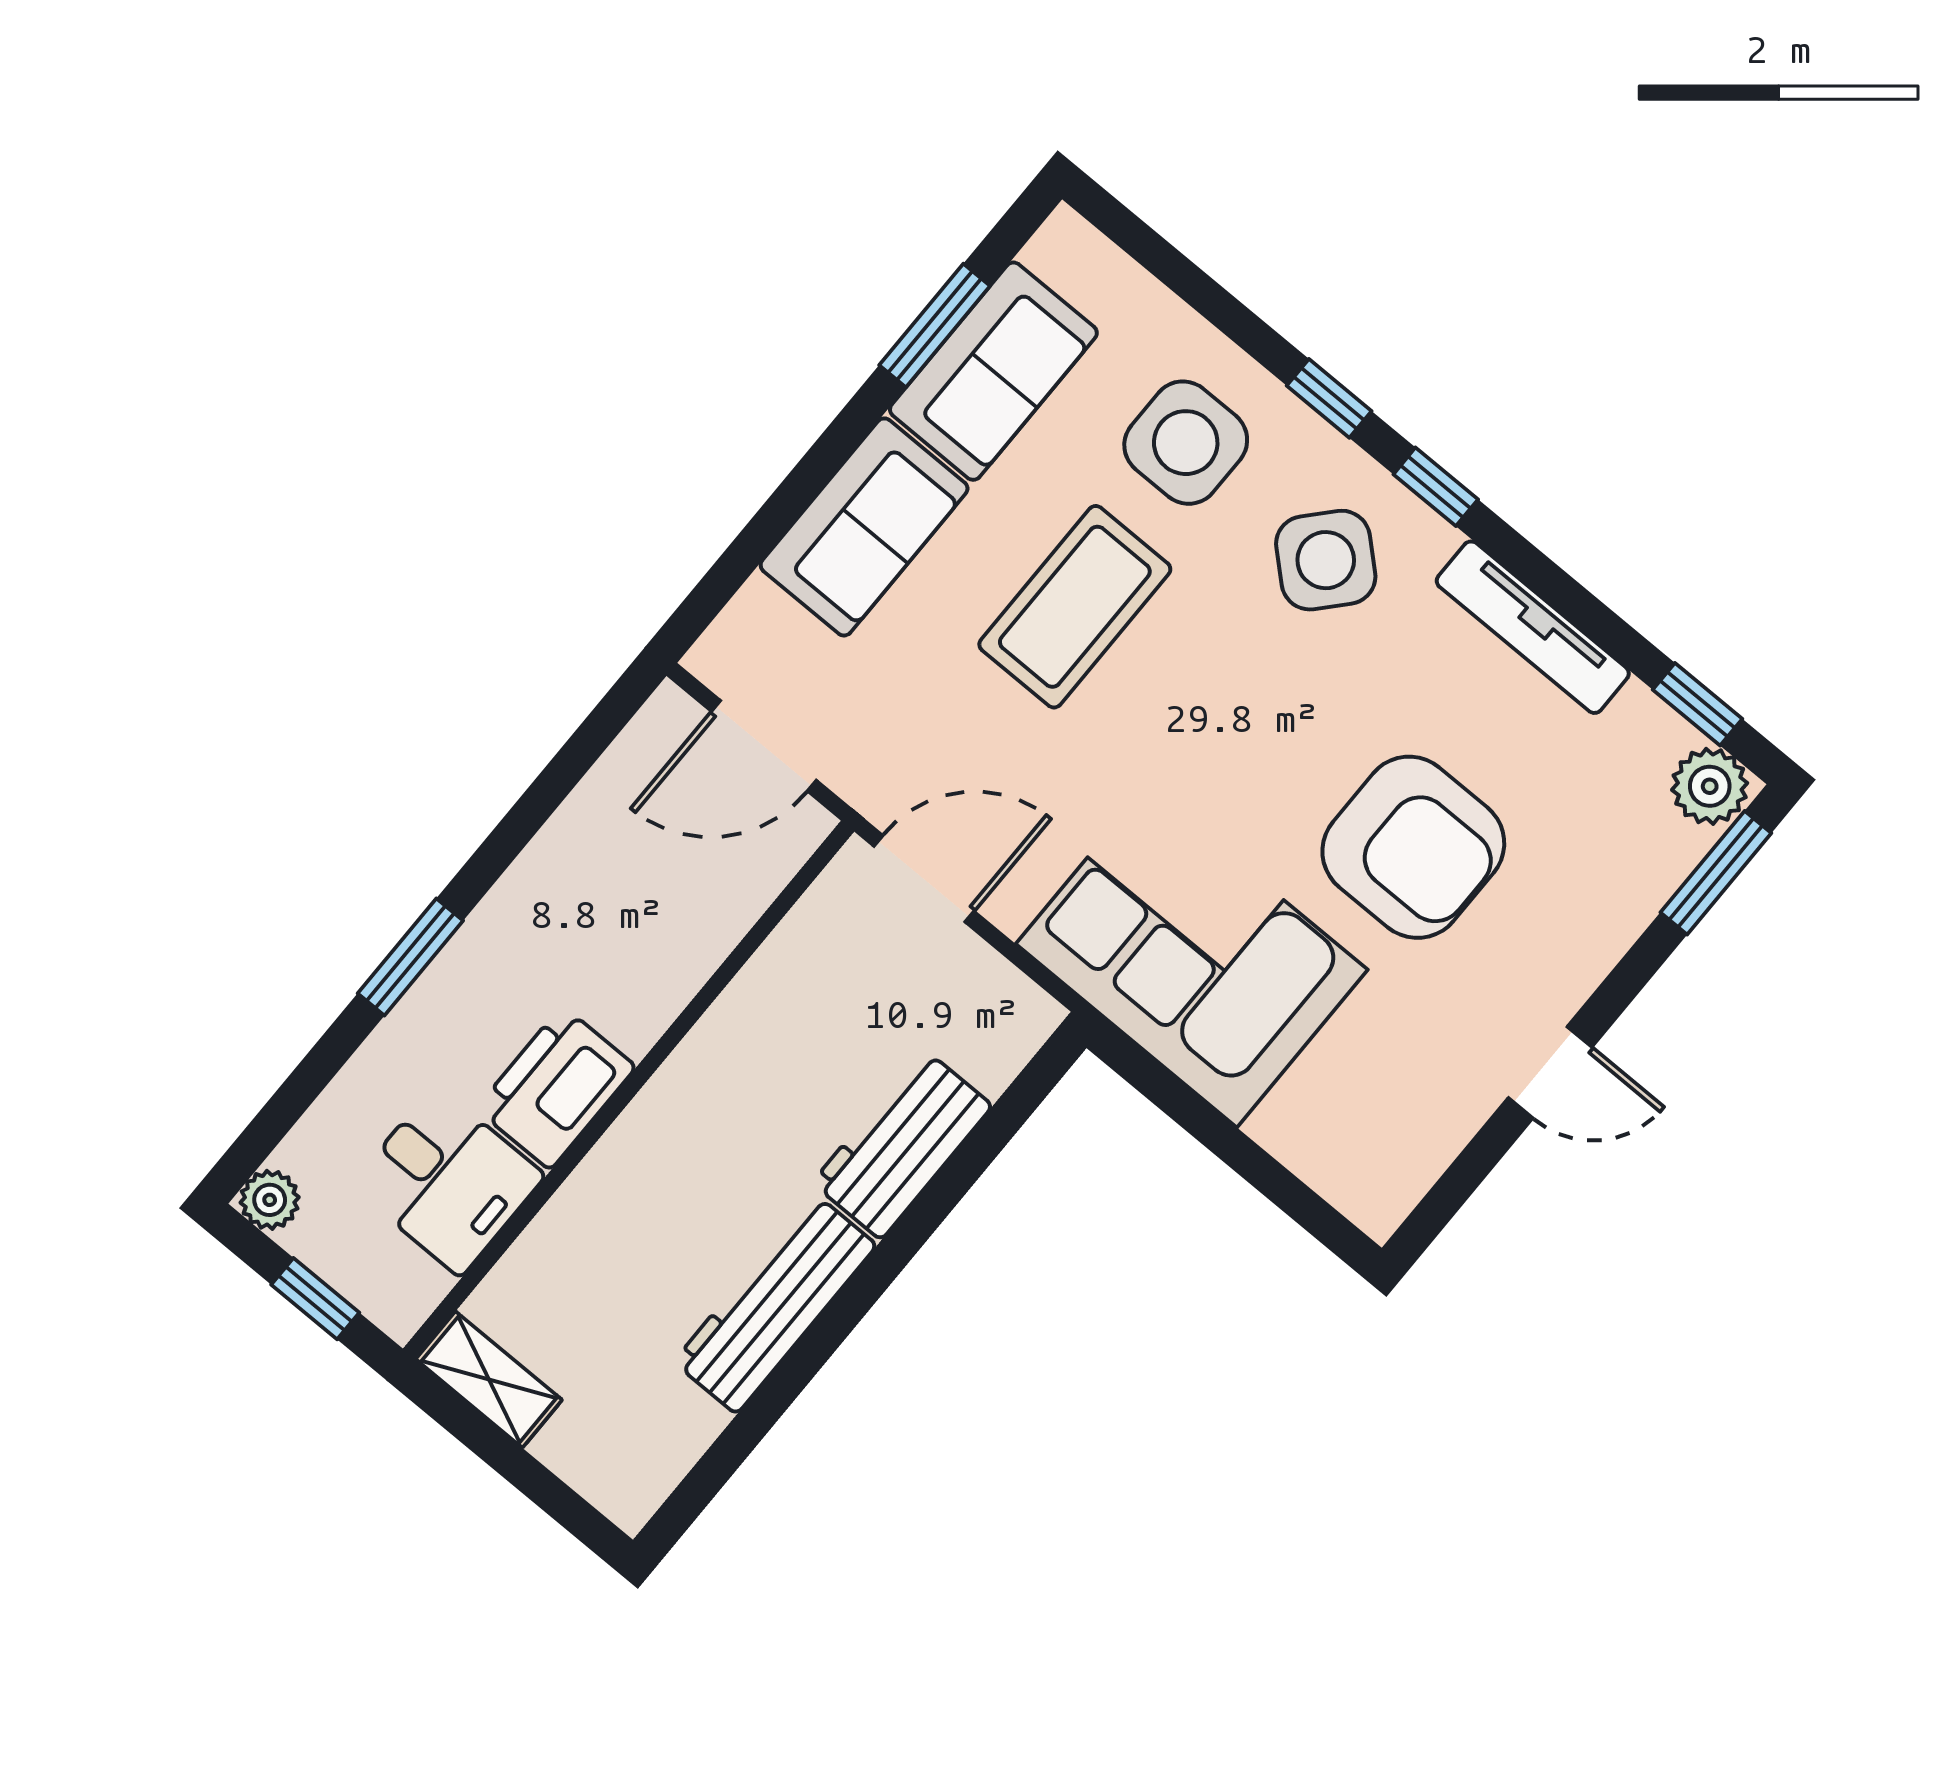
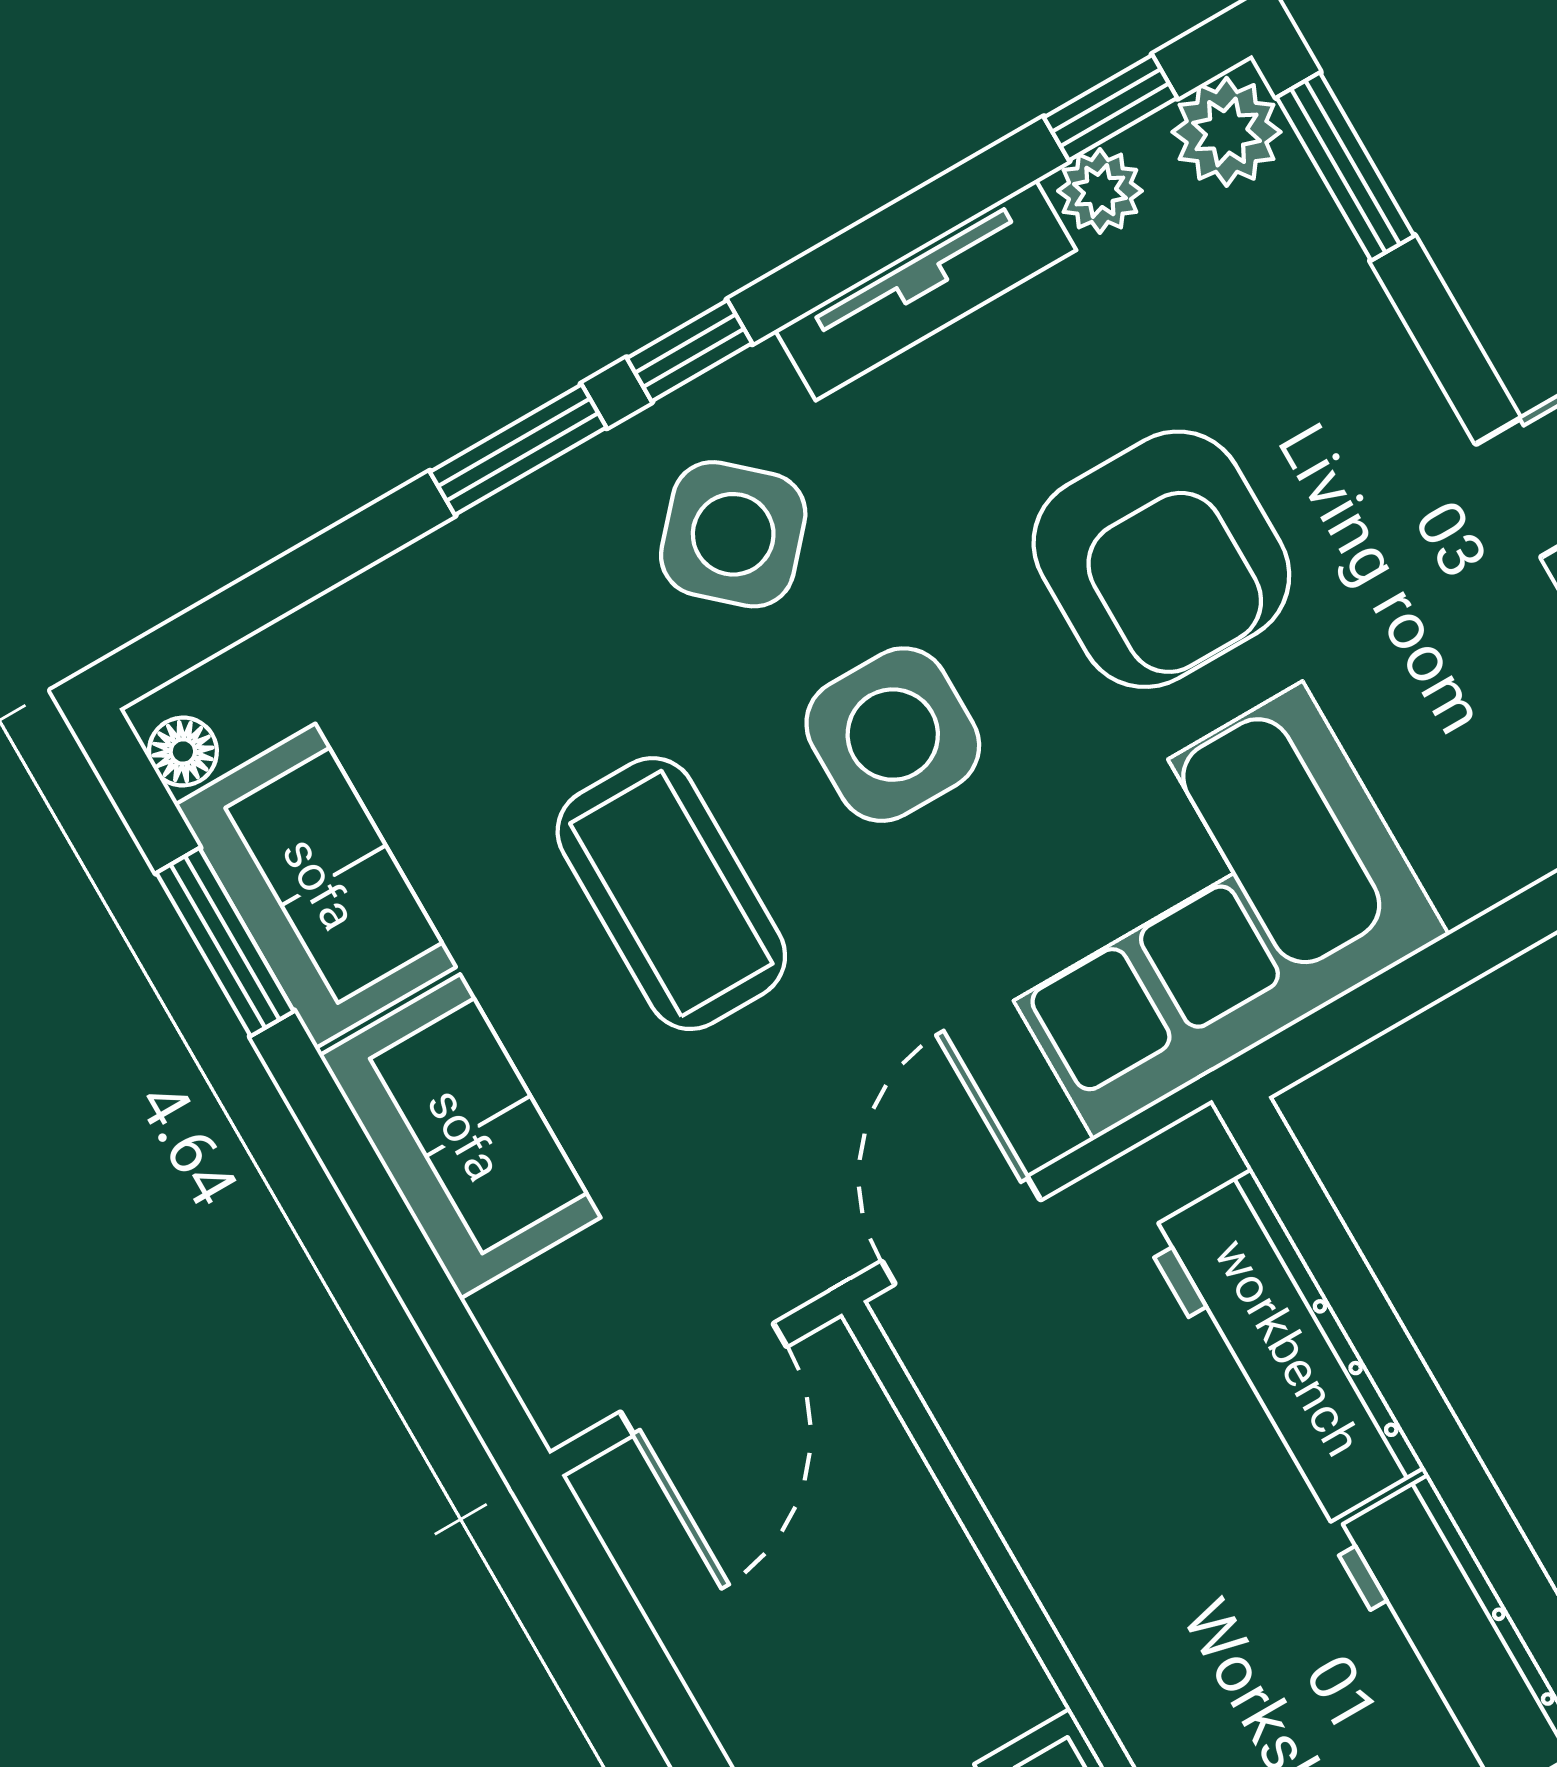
floor lamp: (1050, 252) -> (183, 752), added
window: (1329, 398) -> (518, 450), width x1.50
side table: (1186, 443) -> (893, 735), moved
plant: (1640, 717) -> (1100, 191), added
armchair: (1413, 847) -> (1161, 559), turned 90
workbench: (902, 1144) -> (1283, 1350), width x1.38

